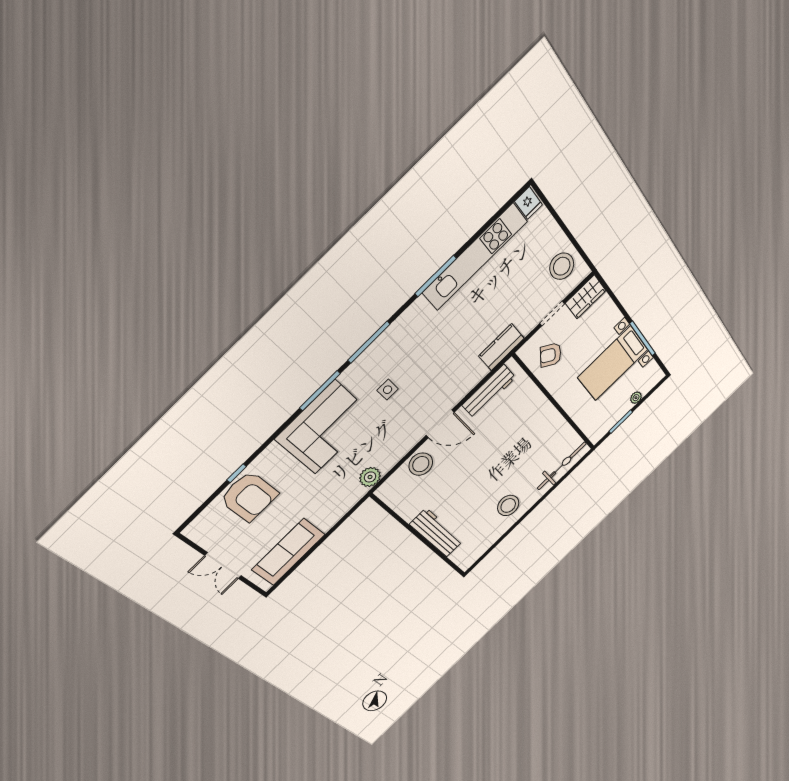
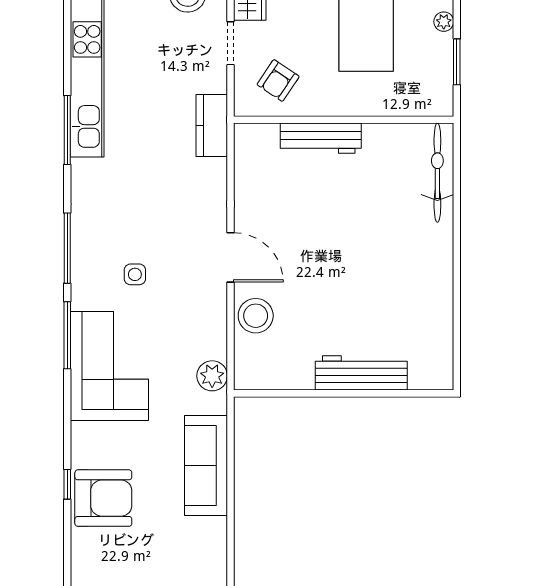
workbench: (489, 391) -> (321, 138), moved, turned 90
door: (440, 424) -> (230, 257), hinge flipped
stool: (508, 505) -> (420, 271), removed
sofa: (289, 552) -> (206, 466), moved

